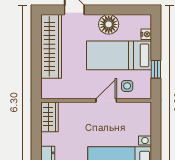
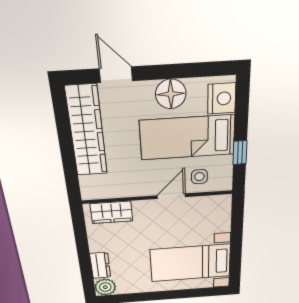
nightstand: (146, 34) -> (222, 98), width x1.89, depth x1.79
wardrobe: (49, 117) -> (111, 212), moved, turned 90

